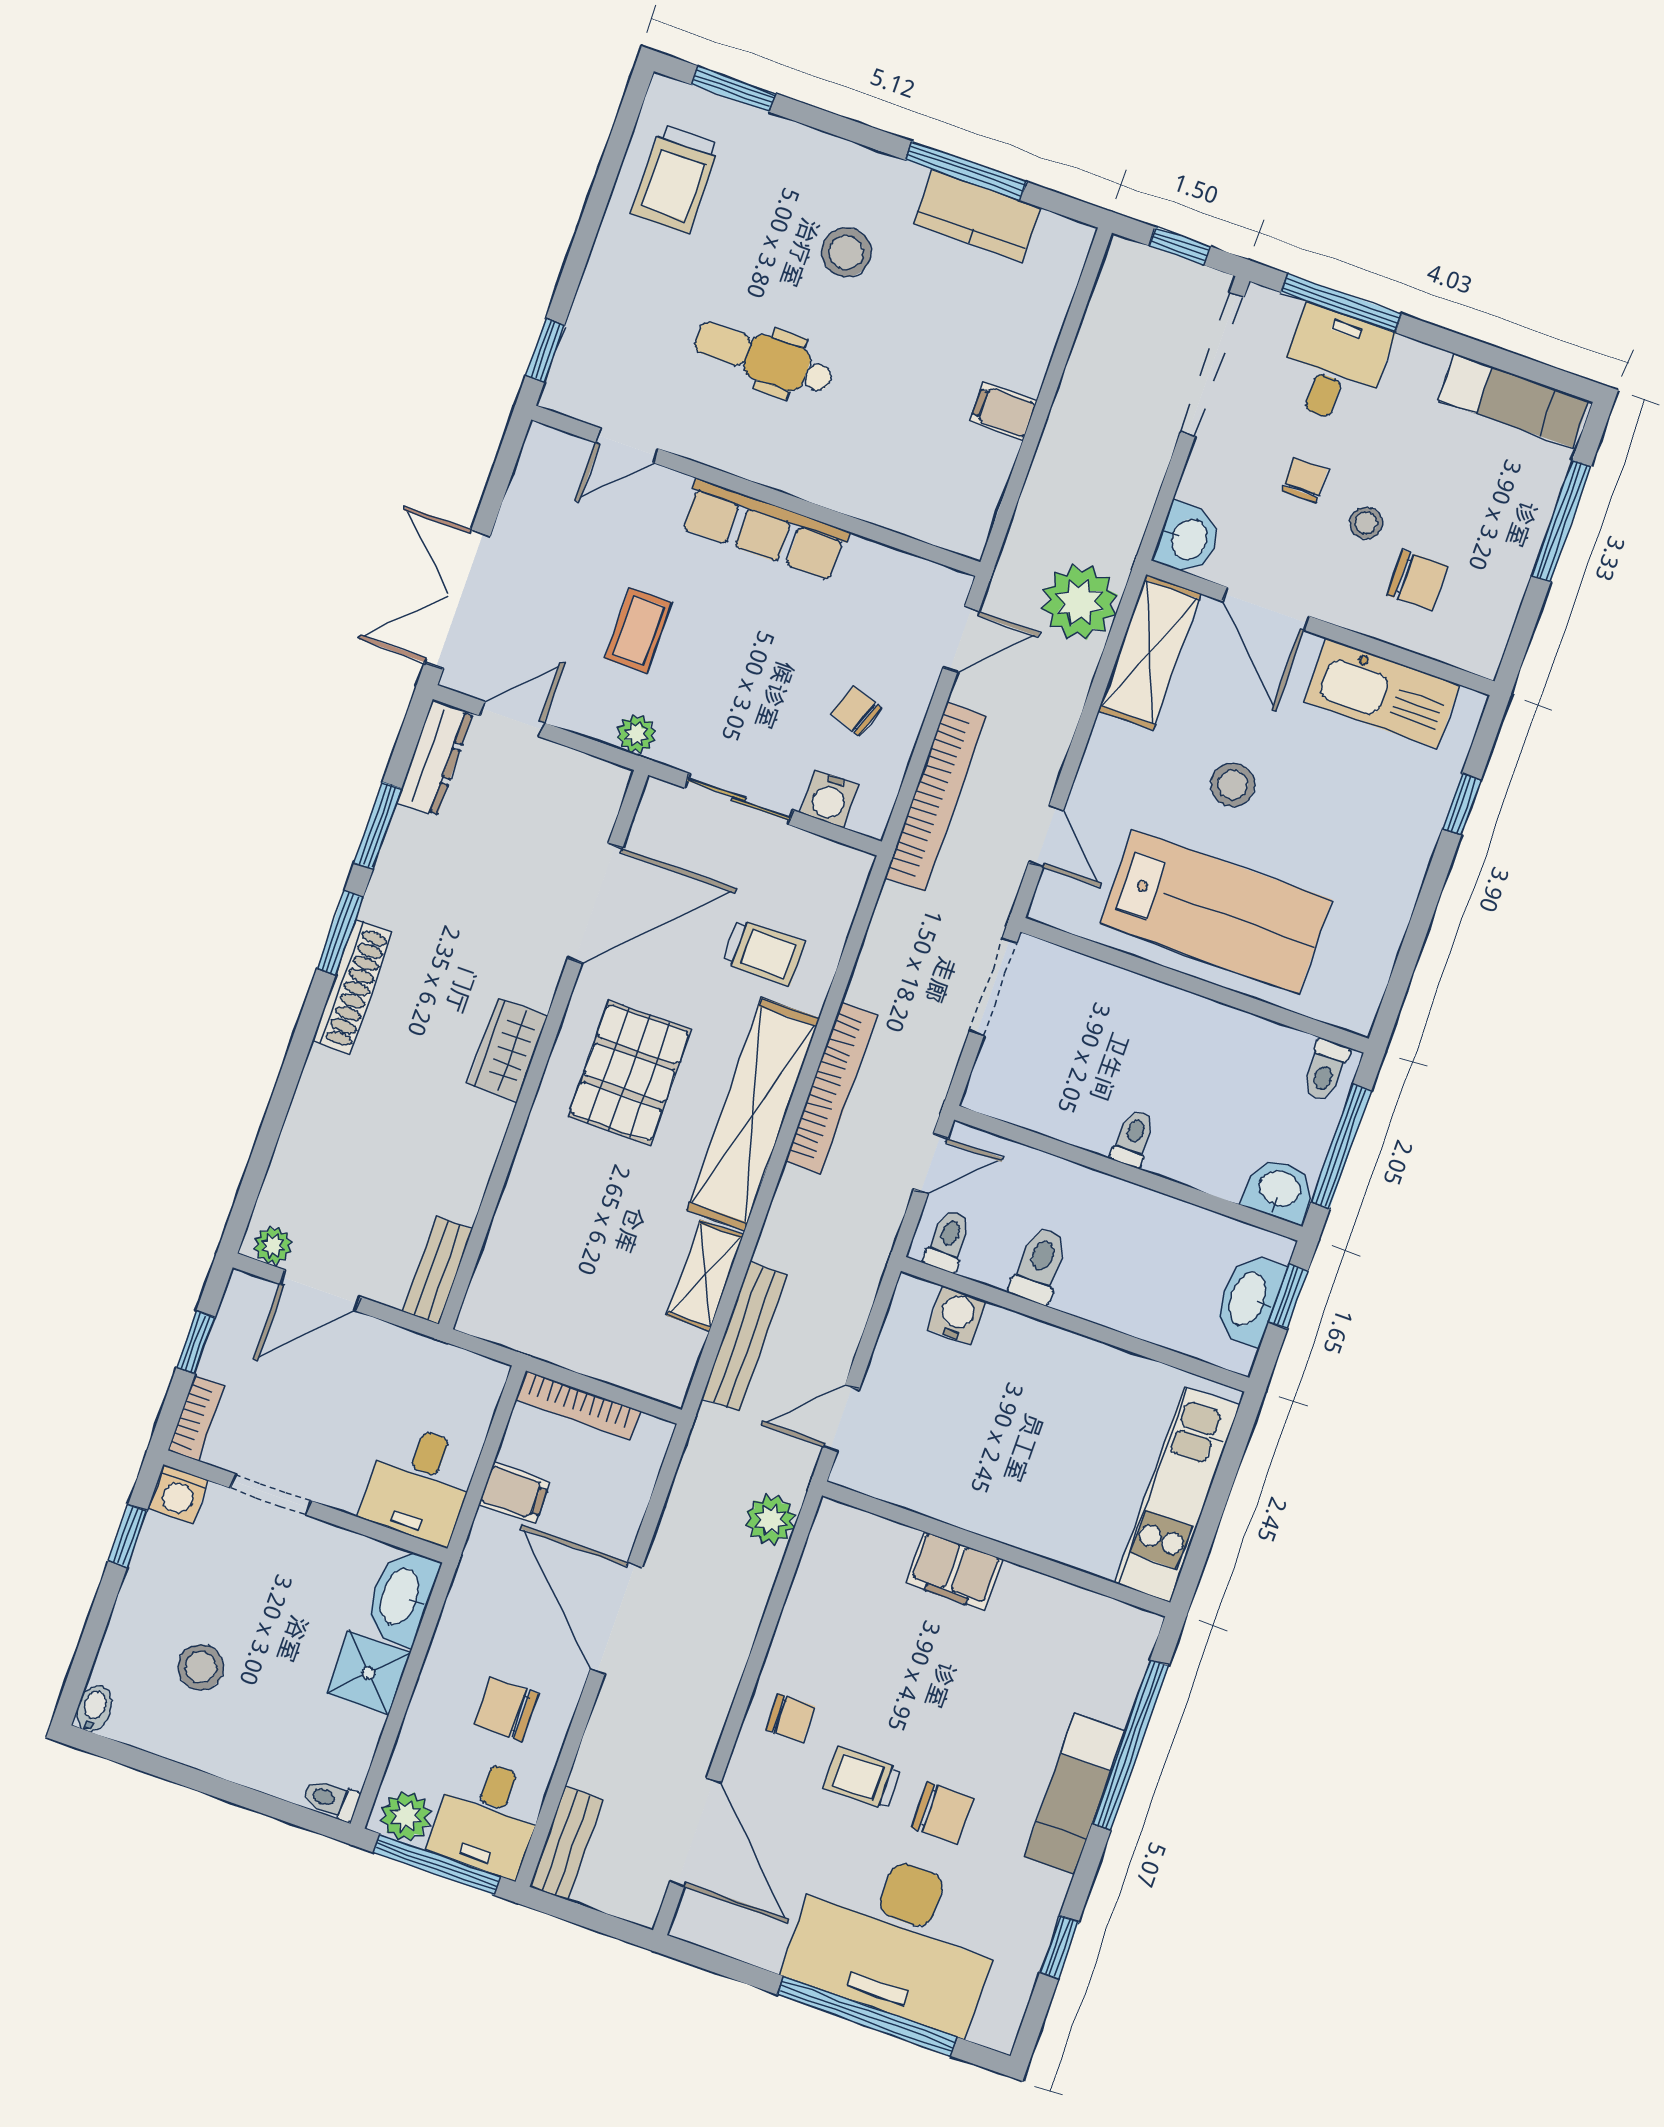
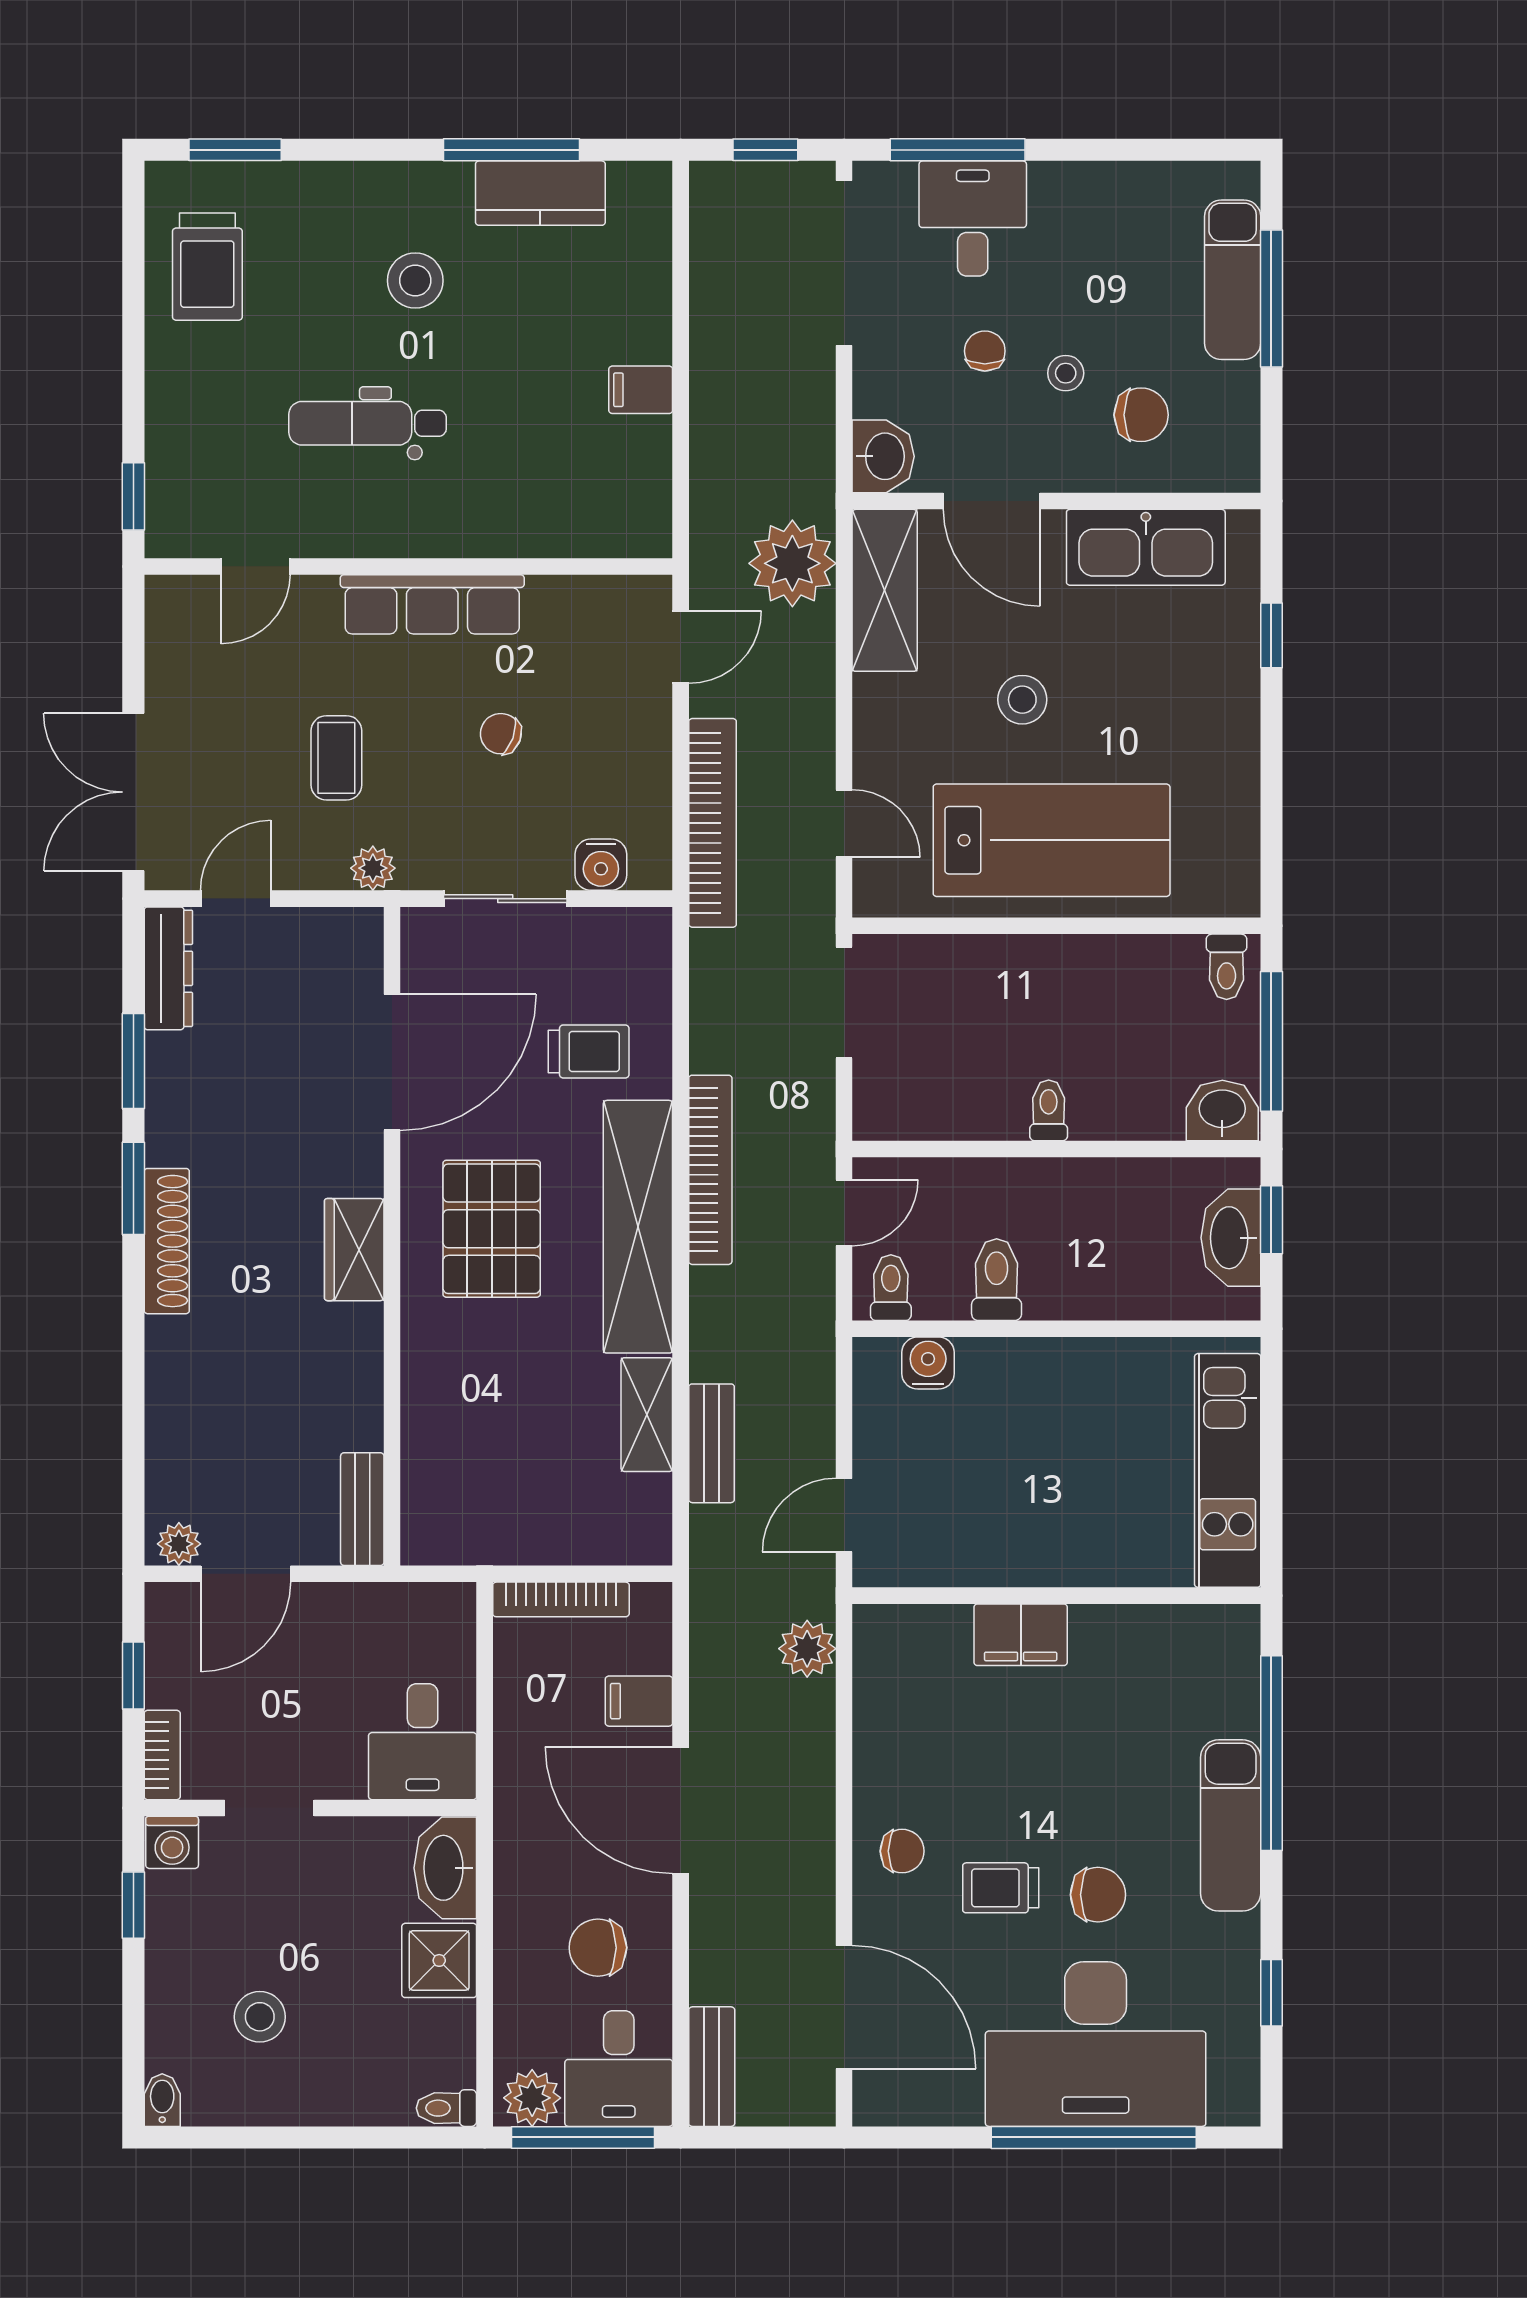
exam couch: (1514, 400) -> (1233, 280), moved, turned 90
chair: (856, 711) -> (501, 734), moved
bench: (745, 1337) -> (712, 1443), width x0.73
filing cabinet: (514, 1493) -> (639, 1701), moved, turned 180

